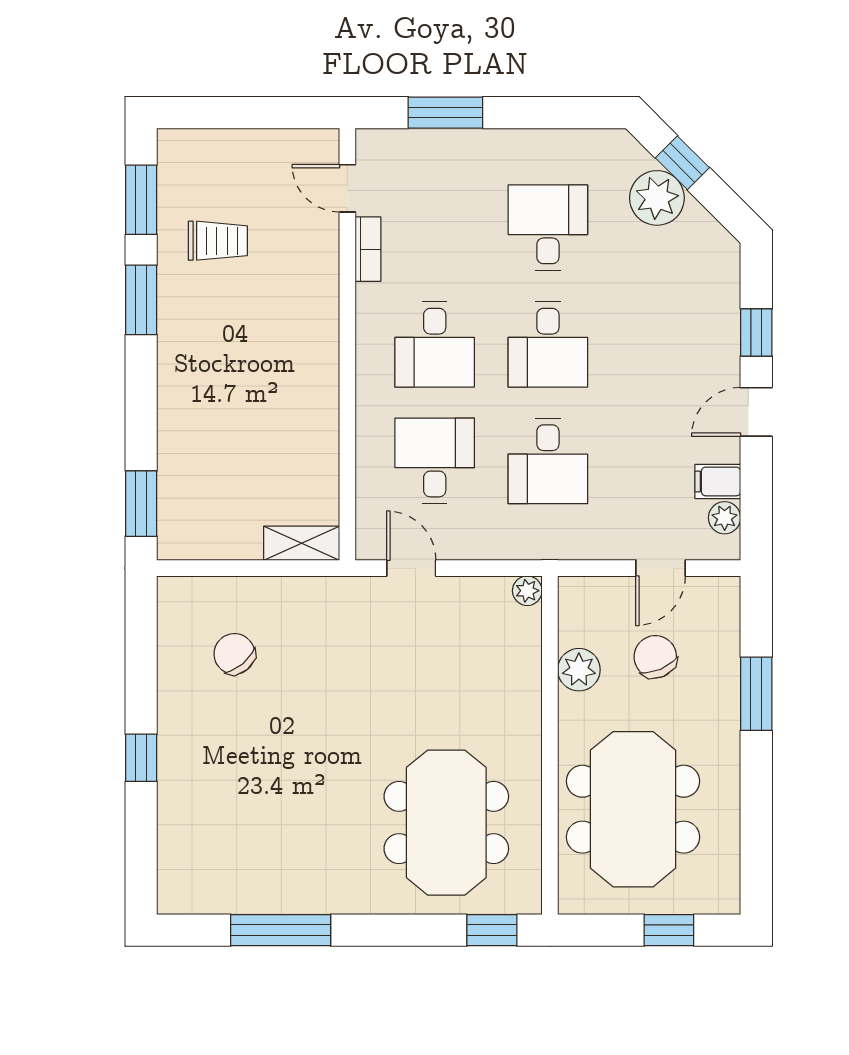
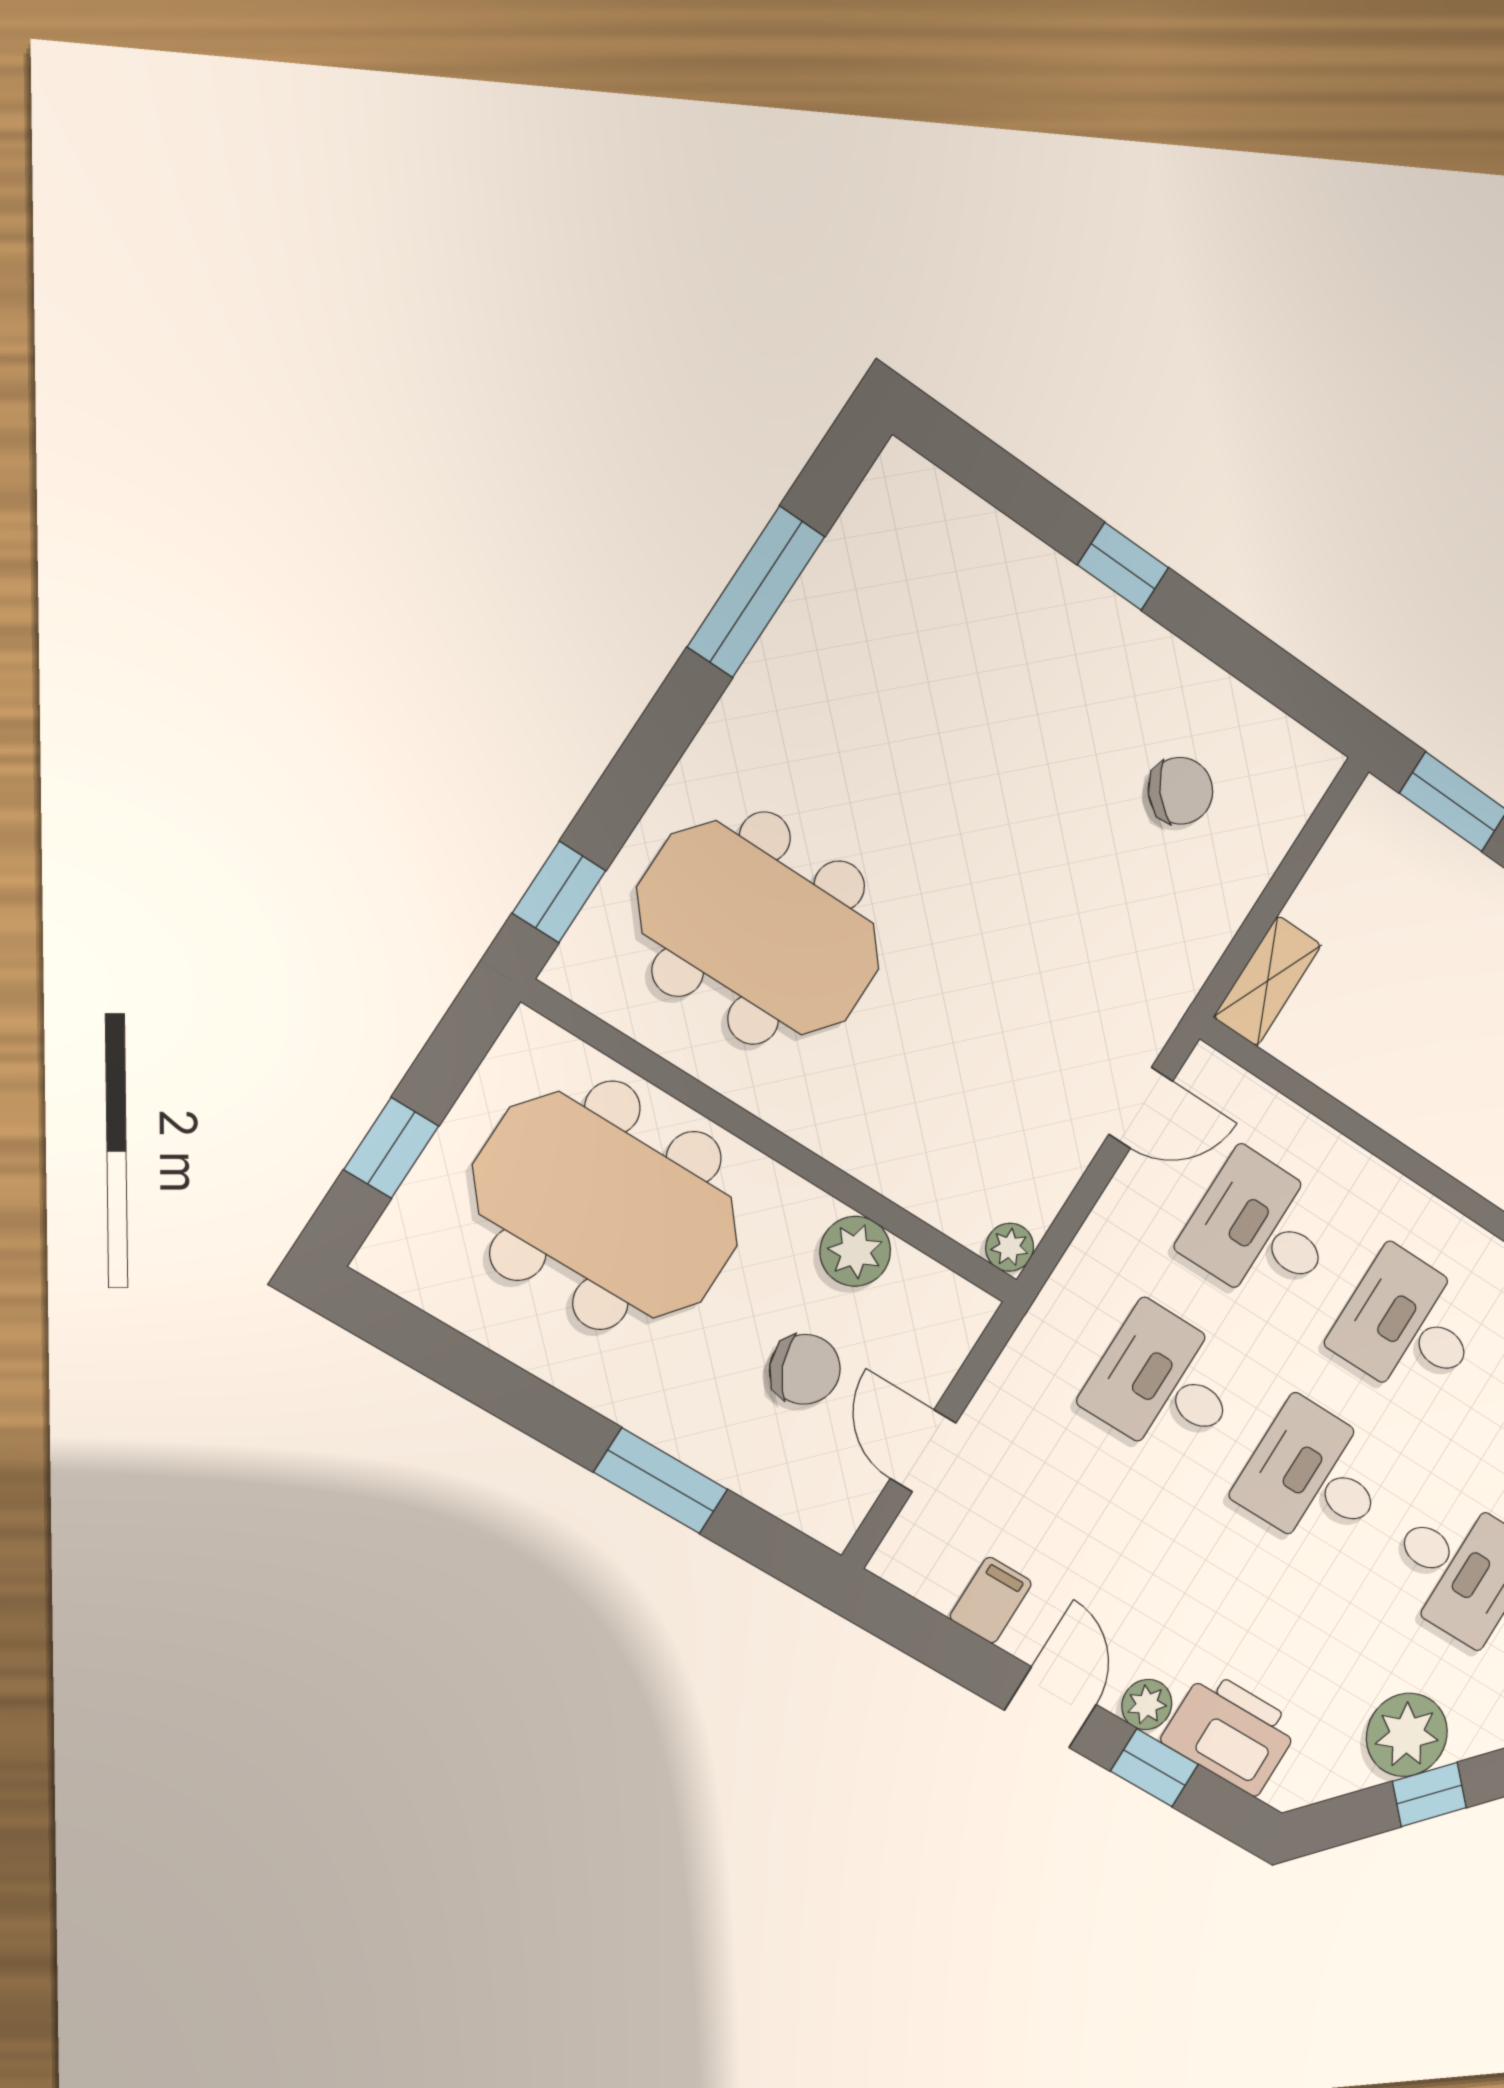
printer: (713, 301) -> (1231, 1733), added
desk: (435, 461) -> (1261, 1231), turned 180
plant: (725, 518) -> (1147, 1705), moved

